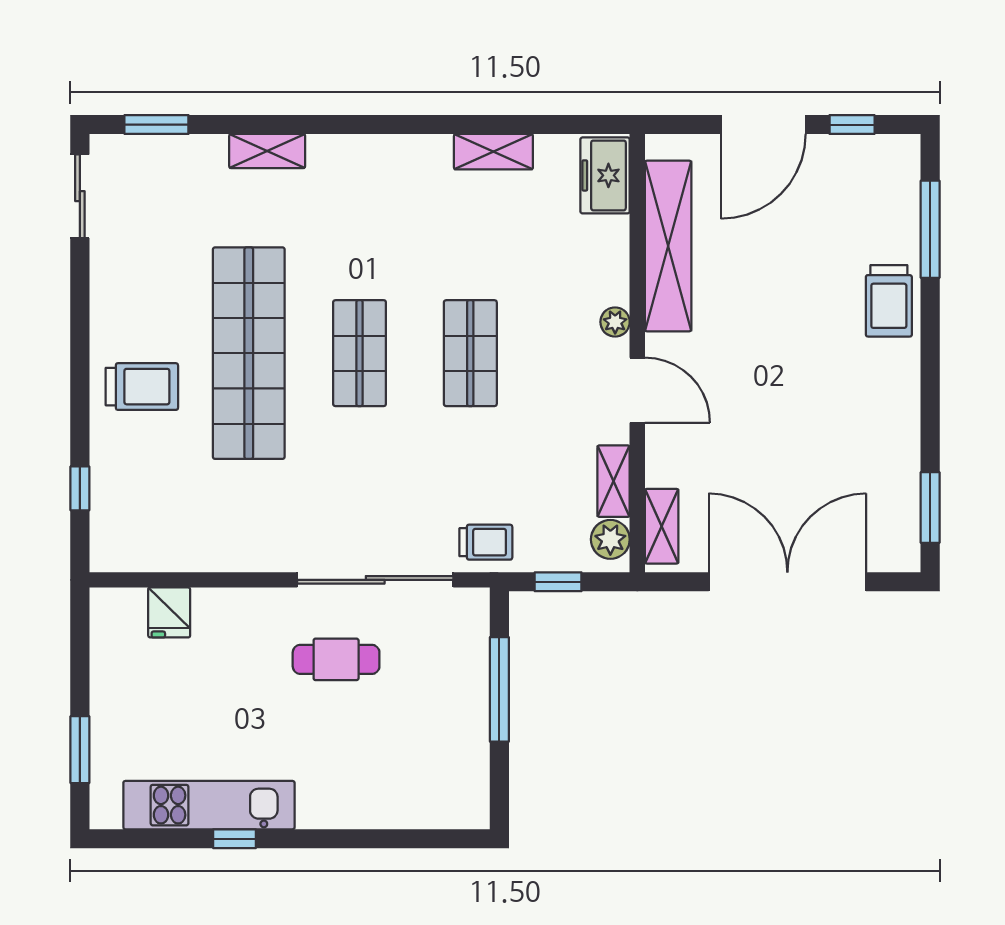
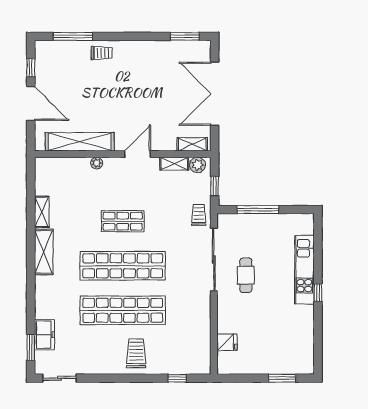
shelving: (267, 151) -> (44, 252), moved, width x1.50, depth x1.33
freezer: (605, 175) -> (45, 335), moved, turned -90
trolley: (889, 301) -> (102, 53), width x0.73, depth x0.72
plant: (615, 322) -> (97, 163), moved
shop shelf: (360, 353) -> (123, 266), width x2.00, depth x1.36
kitchen unit: (209, 805) -> (304, 270), moved
window: (234, 839) -> (318, 293), moved

